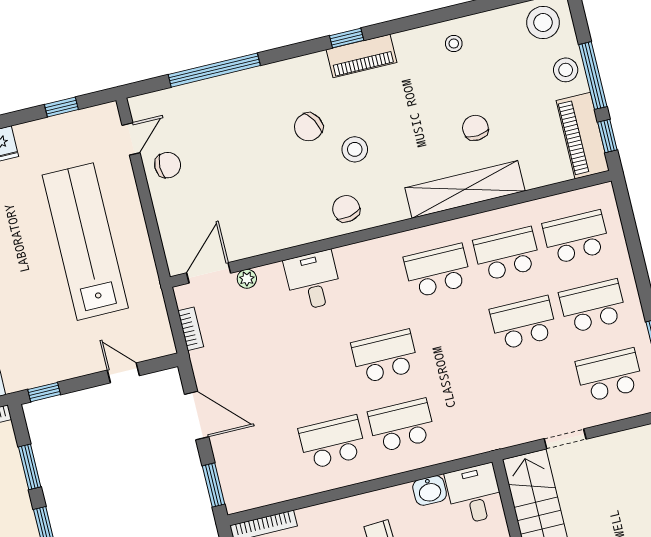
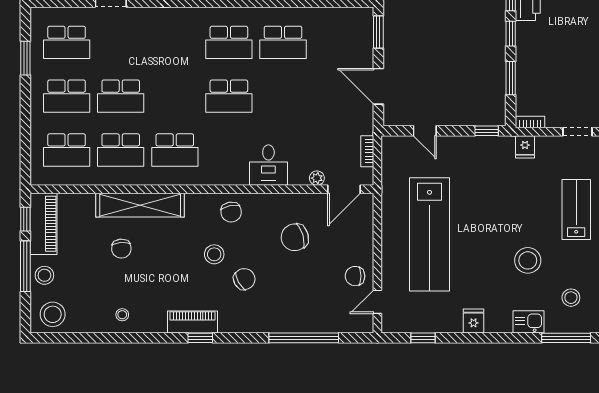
chair: (257, 196) -> (295, 237), added

